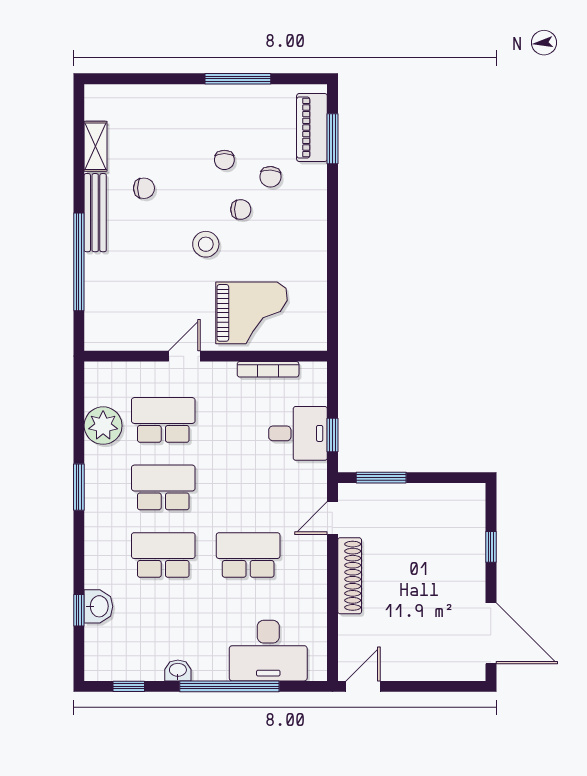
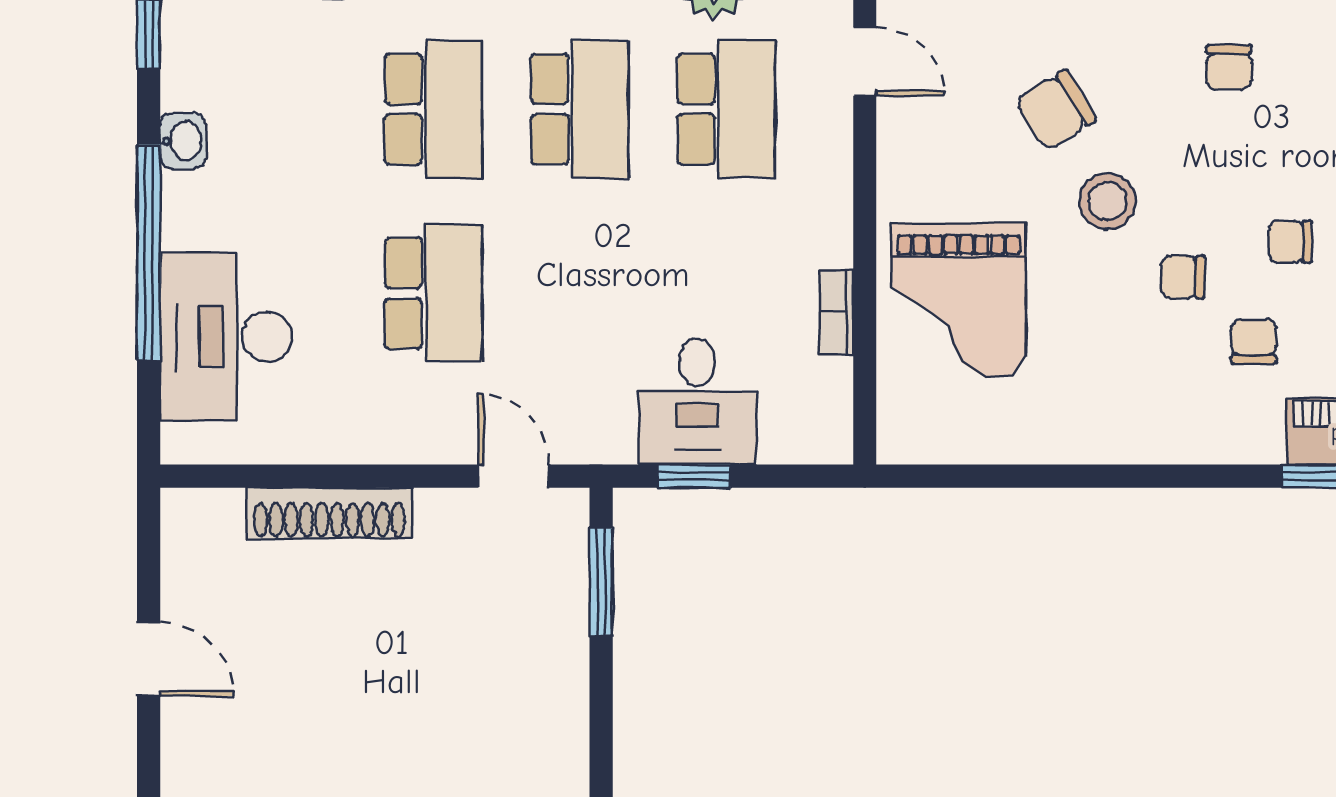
chair: (270, 177) -> (1254, 342), turned 86
chair: (241, 209) -> (1183, 277), turned 90
chair: (164, 268) -> (1055, 110), added
door: (184, 356) -> (865, 62), moved
bookcase: (268, 369) -> (836, 312), width x0.64
shoe rack: (350, 576) -> (329, 513), moved
door: (363, 686) -> (149, 659), moved

